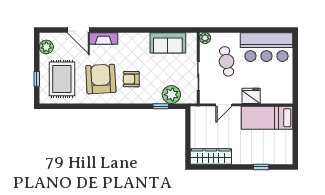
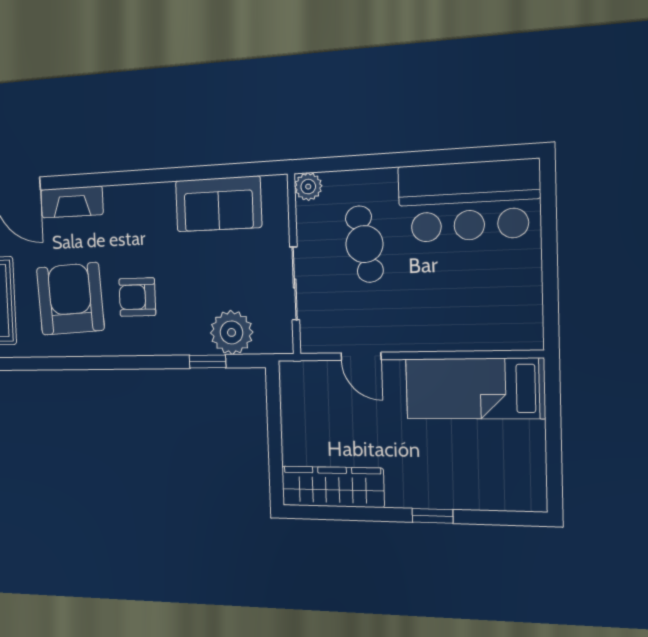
fridge: (251, 96) -> (431, 332), removed
door: (224, 105) -> (361, 356), hinge flipped
window: (261, 167) -> (433, 516), moved

